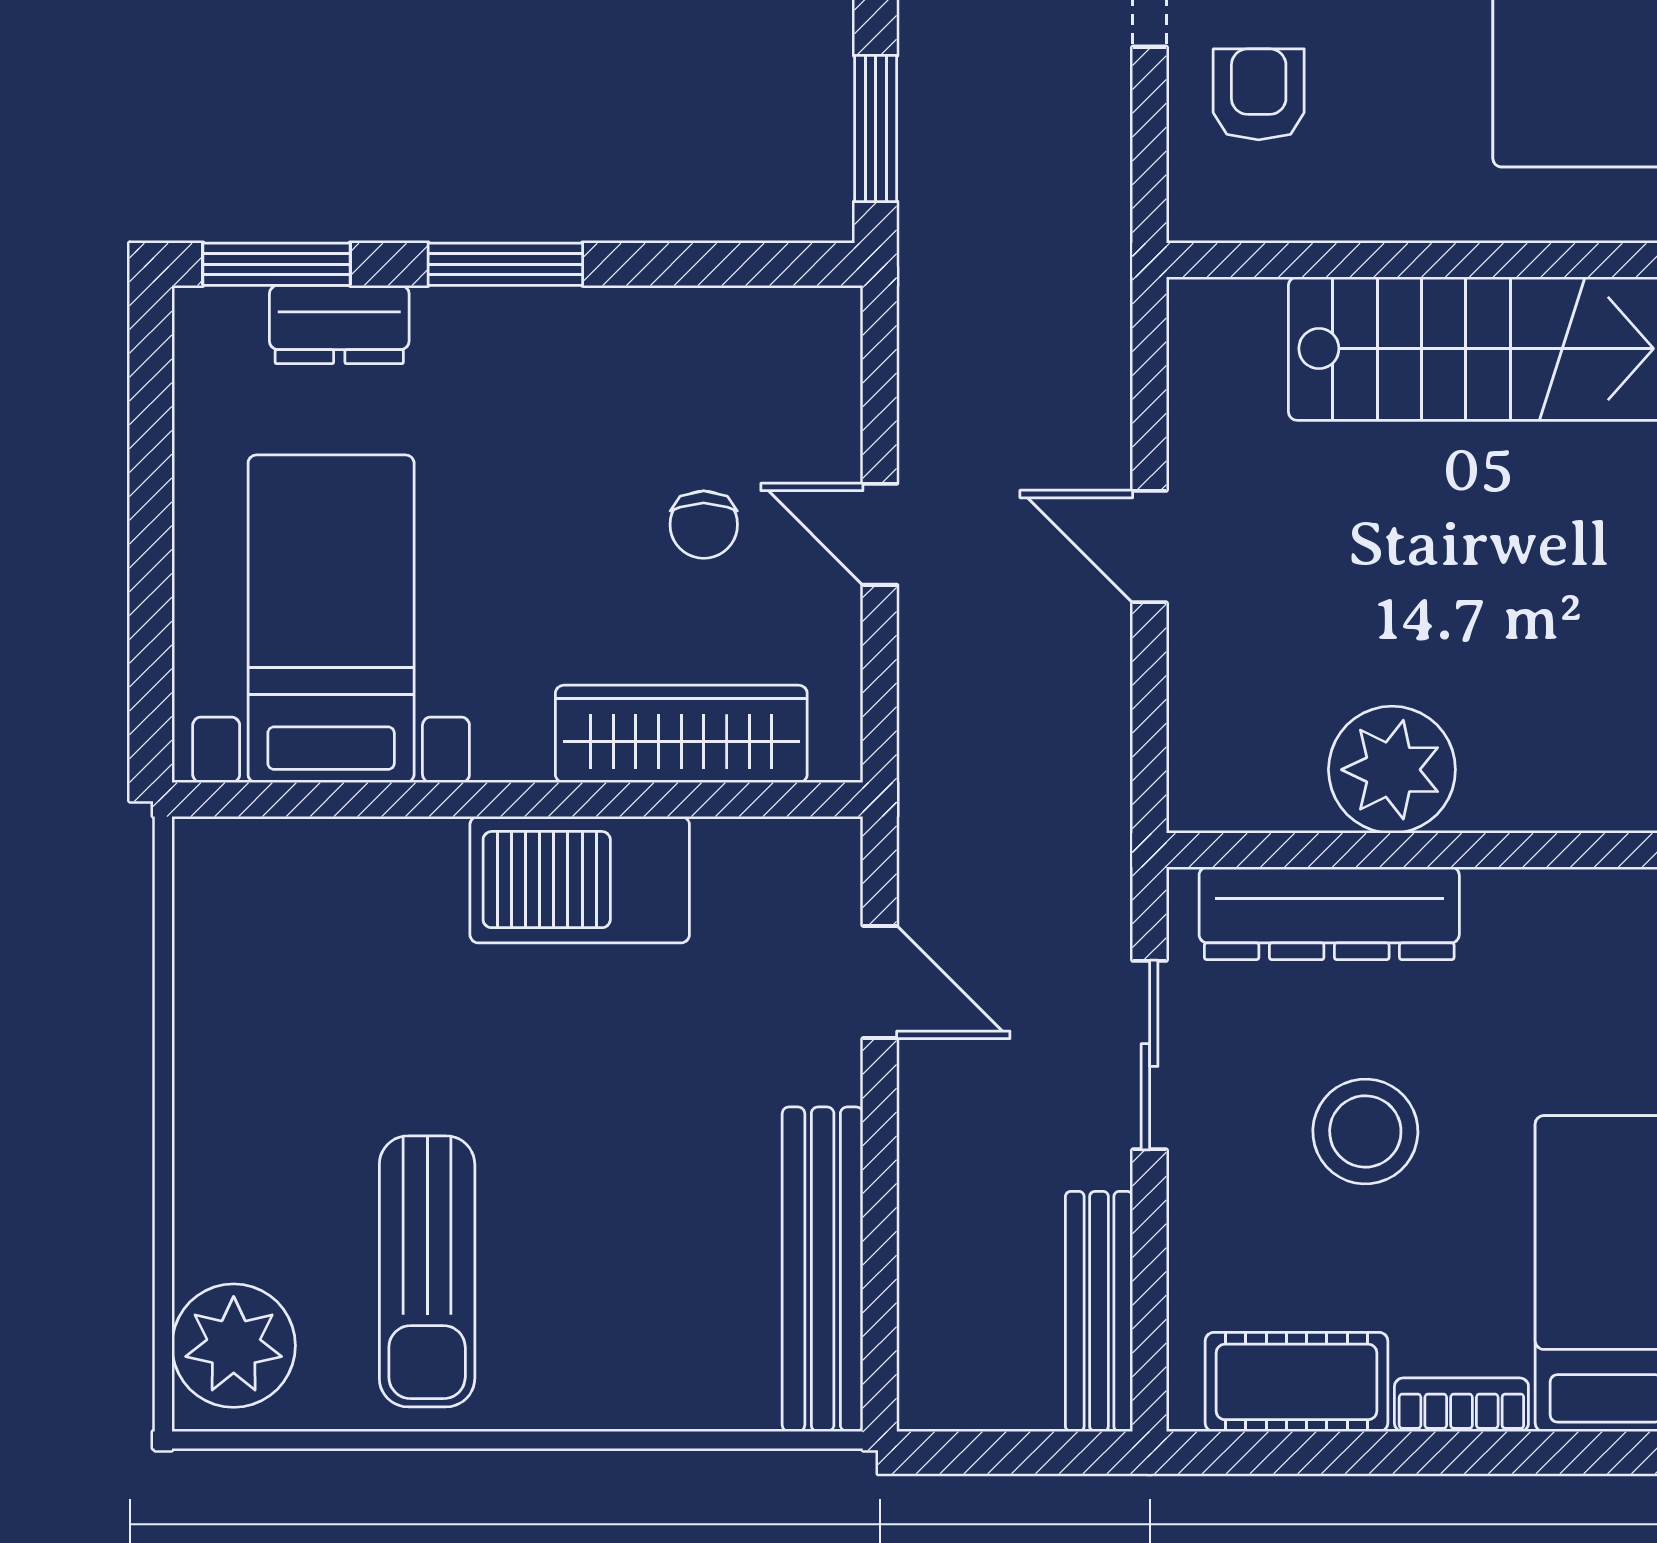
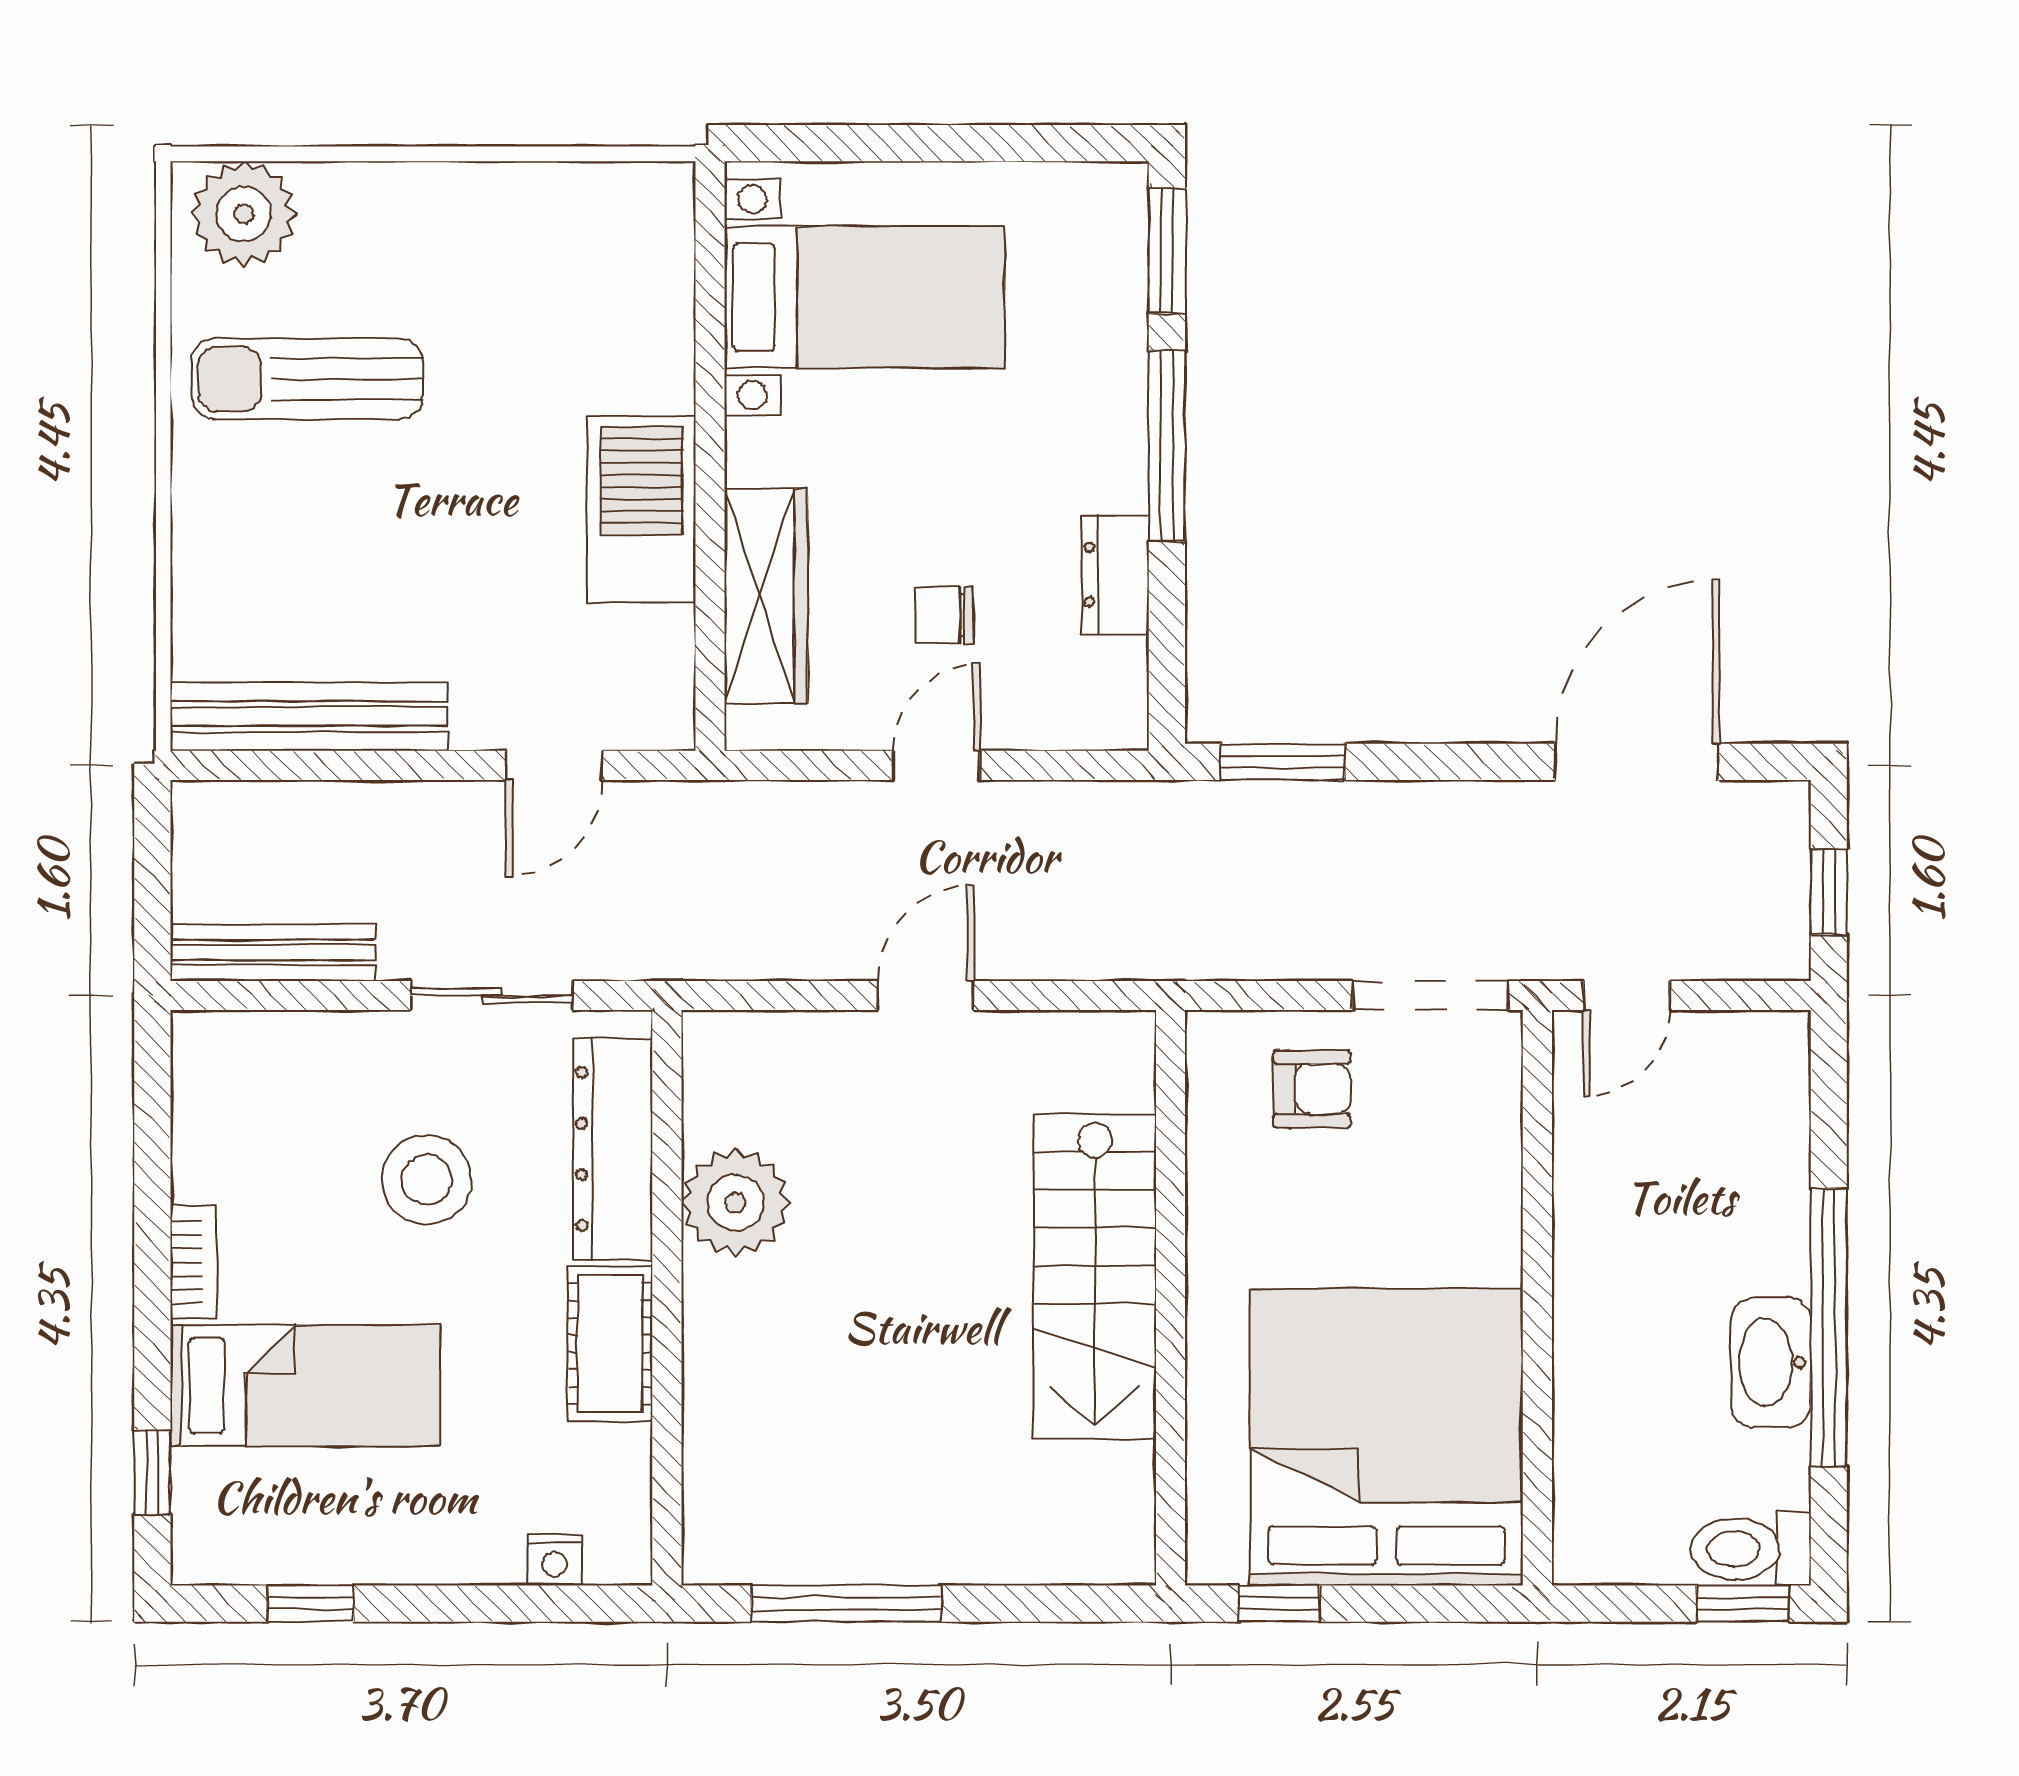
window: (505, 264) -> (1167, 446), width x1.44
dresser: (339, 324) -> (1115, 575), moved
cot: (1296, 1382) -> (610, 1344), moved

